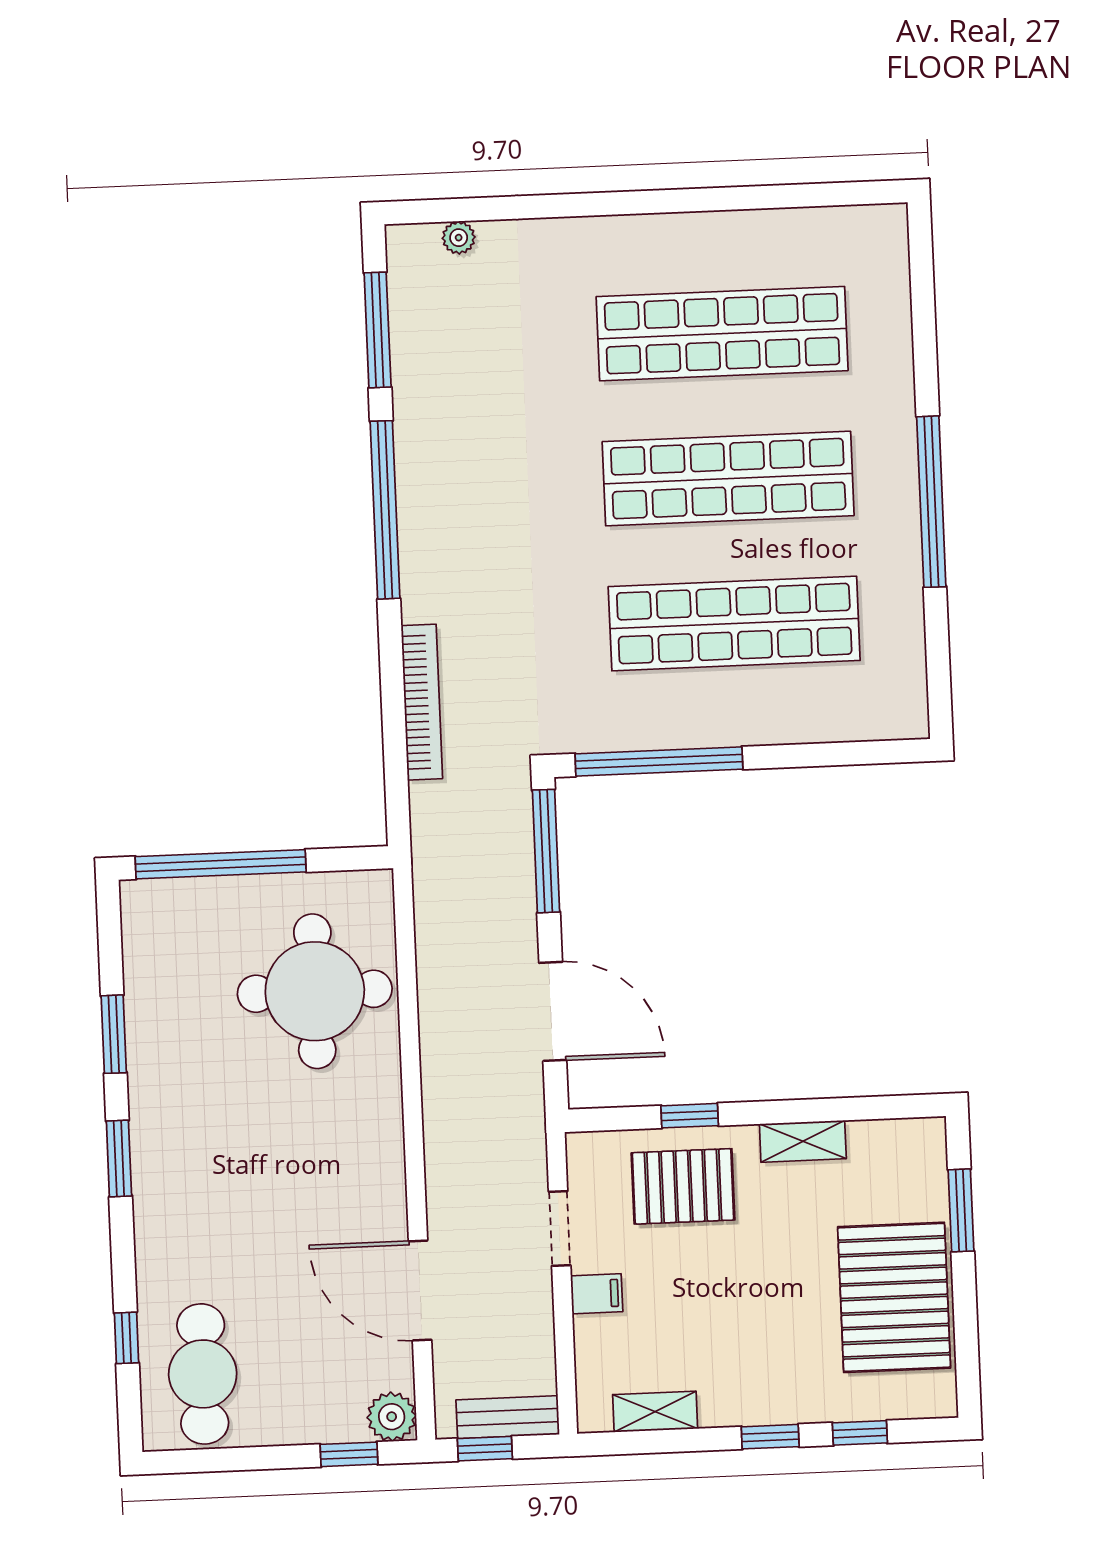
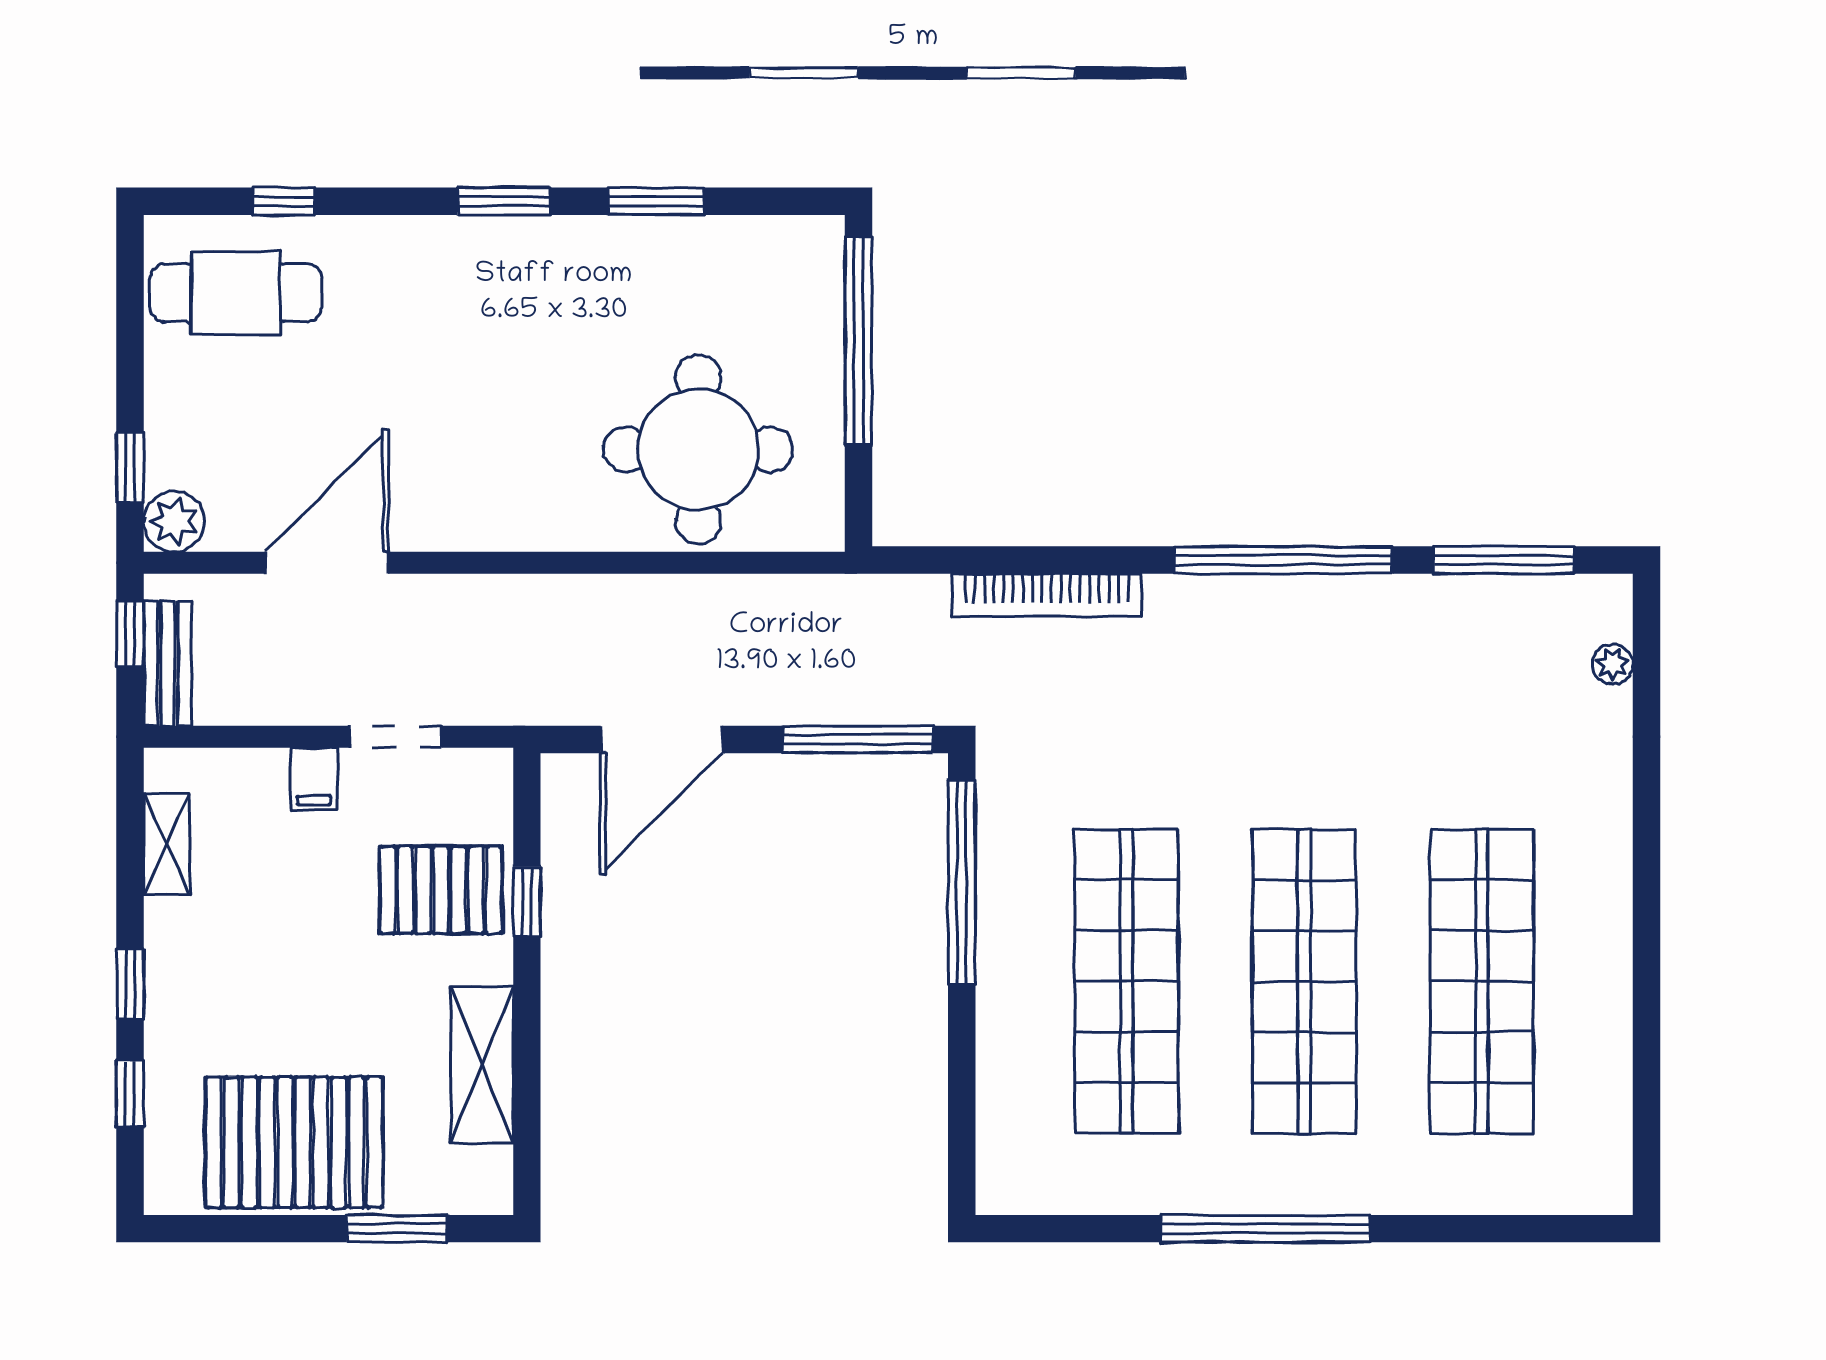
shelving: (803, 1141) -> (482, 1065), width x1.50, depth x1.33
pallet: (683, 1186) -> (441, 890), turned 90

